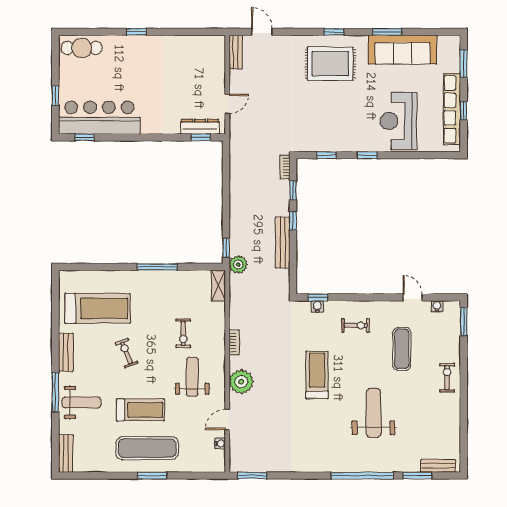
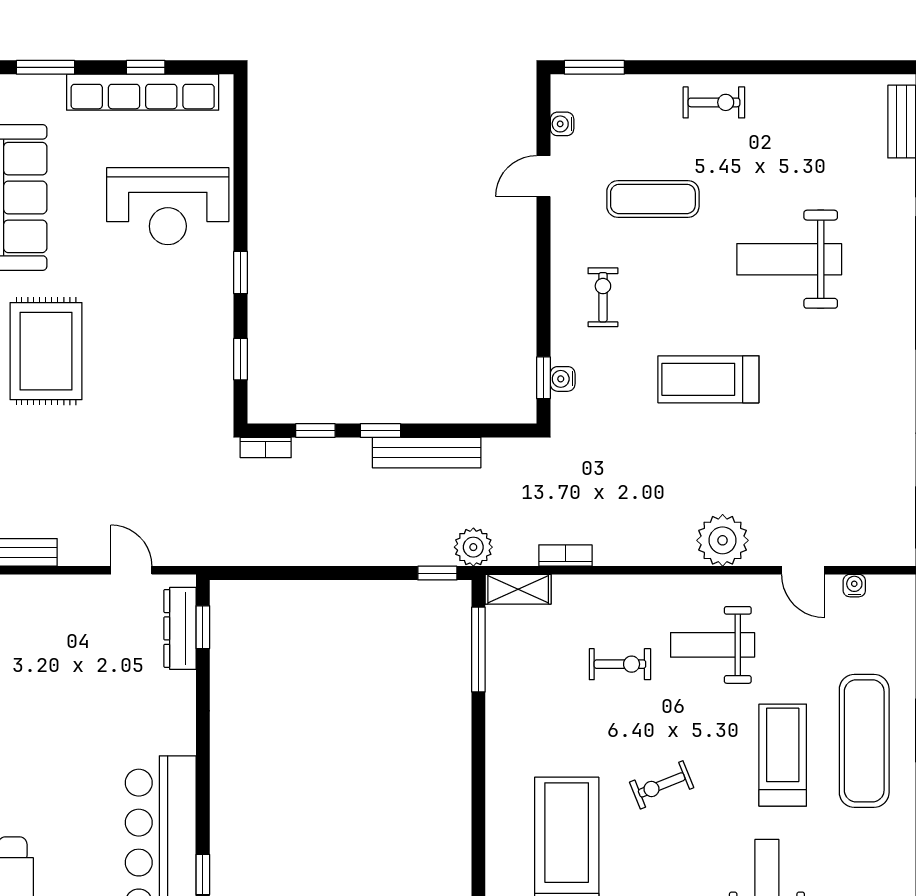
window: (157, 267) -> (478, 650), moved
bookcase: (234, 342) -> (565, 556), moved
exercise bike: (447, 378) -> (714, 102), turned 180

